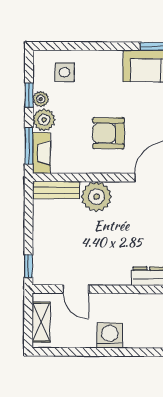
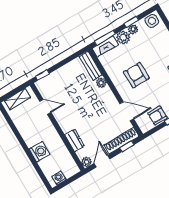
side table: (64, 72) -> (152, 21), moved
plant: (96, 197) -> (101, 83), width x0.53, depth x0.53
door: (76, 289) -> (45, 107), swing flipped
washing machine: (110, 335) -> (39, 152), moved

